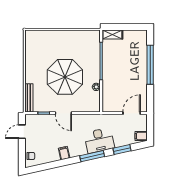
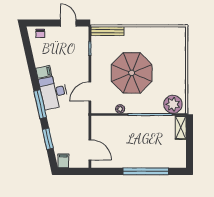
plant: (92, 41) -> (173, 104), added
door: (63, 113) -> (90, 92), moved
desk: (99, 140) -> (54, 92), moved

